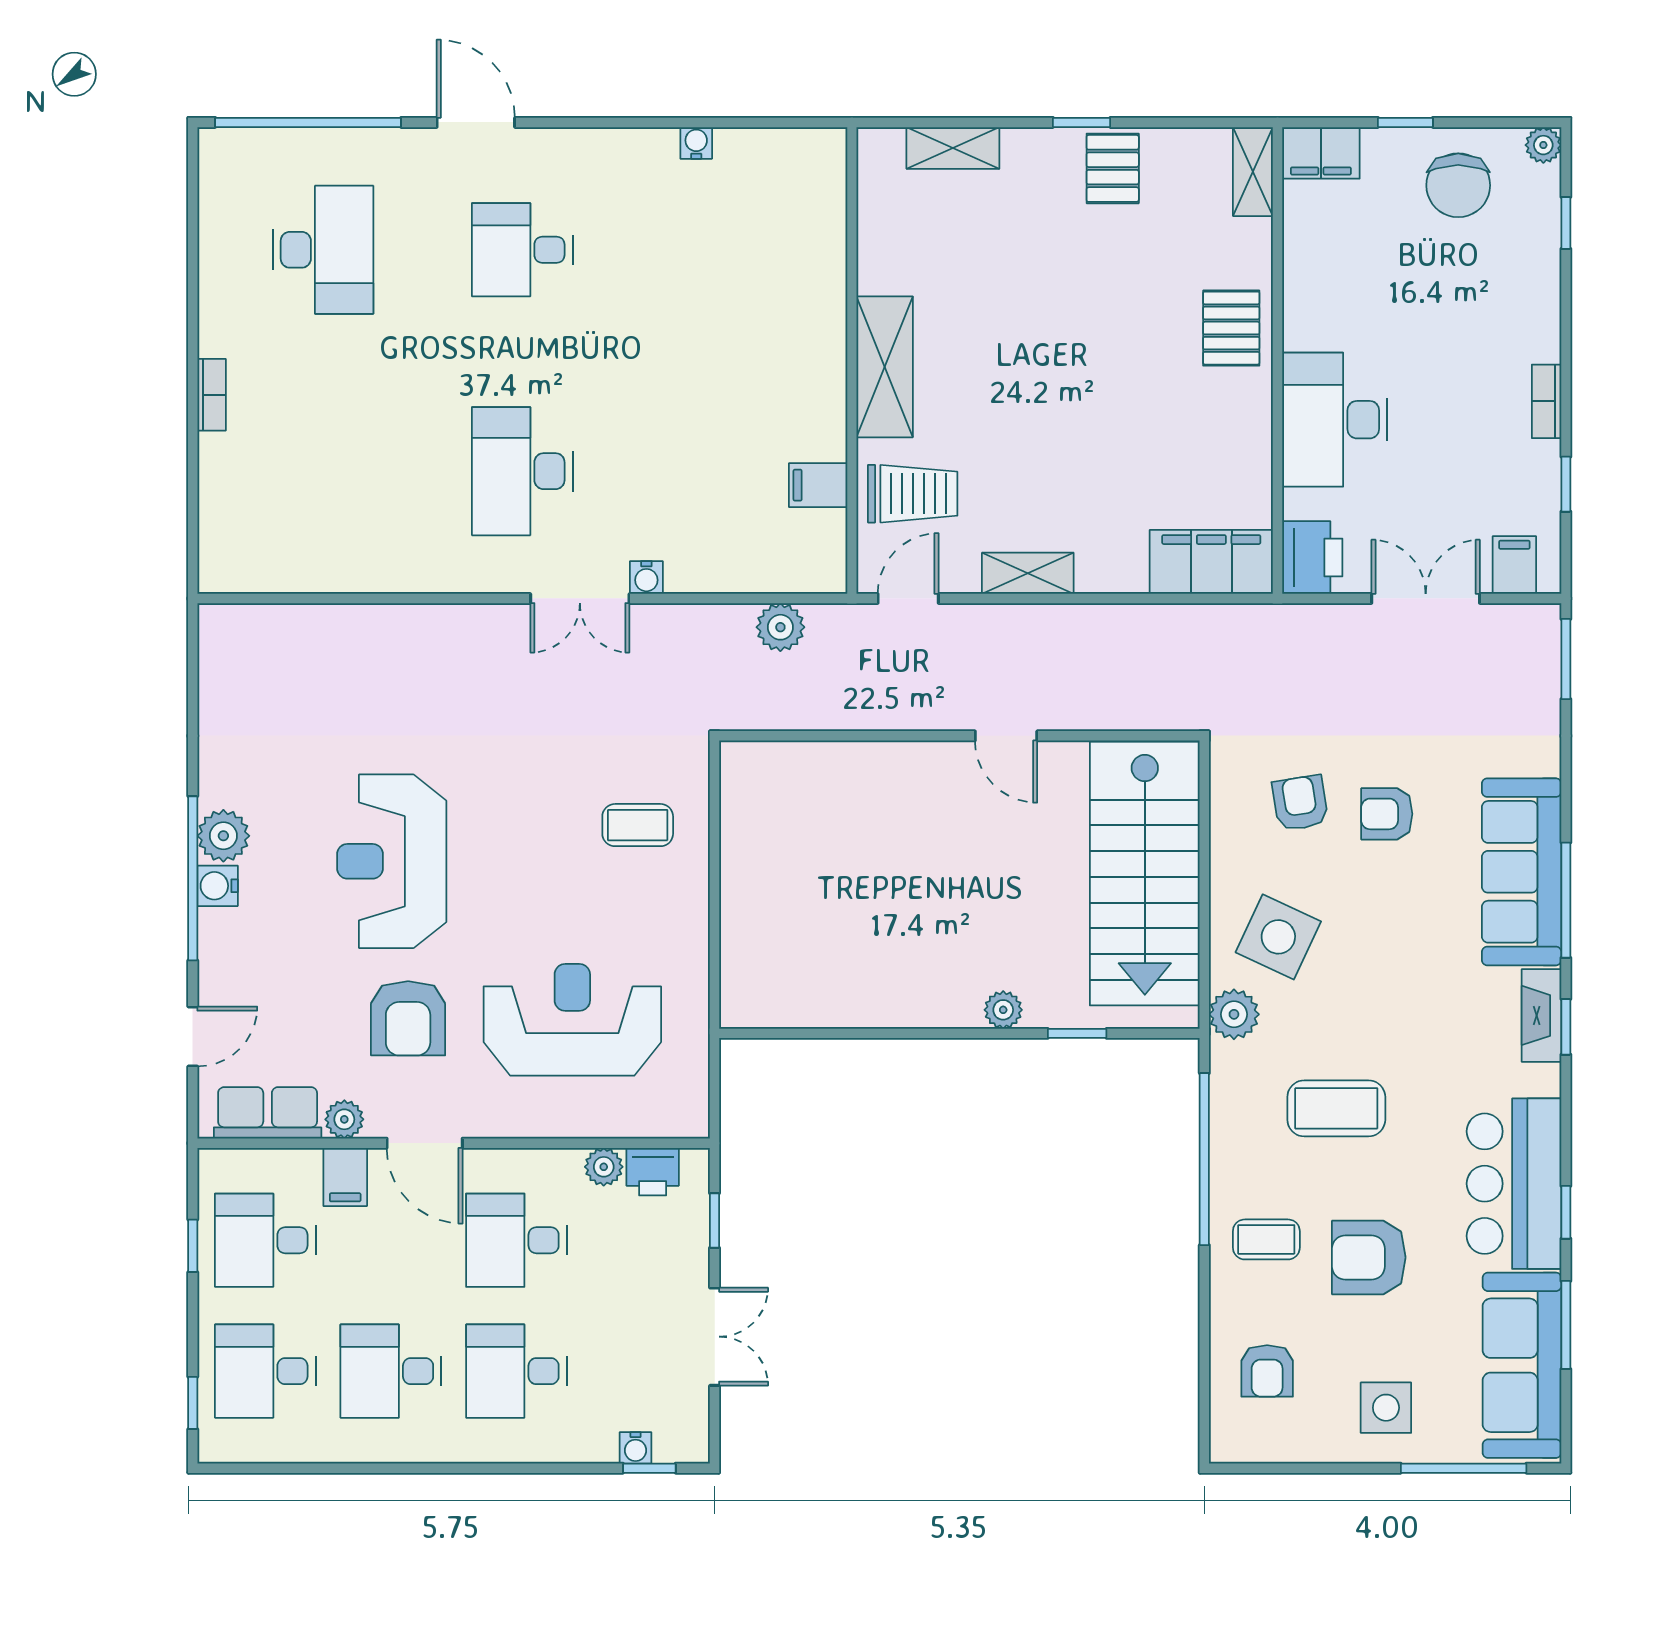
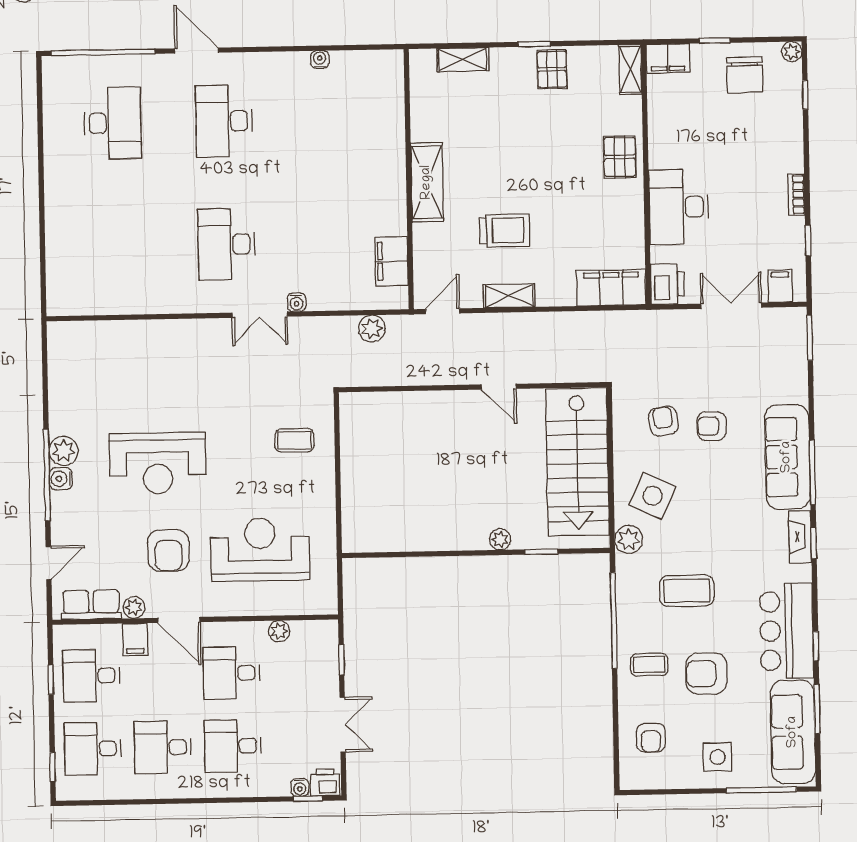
desk: (522, 250) -> (224, 121), width x1.37
bookcase: (212, 395) -> (52, 205), removed
filing cabinet: (818, 485) -> (391, 261), width x2.00
trolley: (913, 494) -> (504, 230), moved
reception desk: (392, 861) -> (158, 463), turned -90
printer: (653, 1172) -> (325, 782), moved, turned 180

